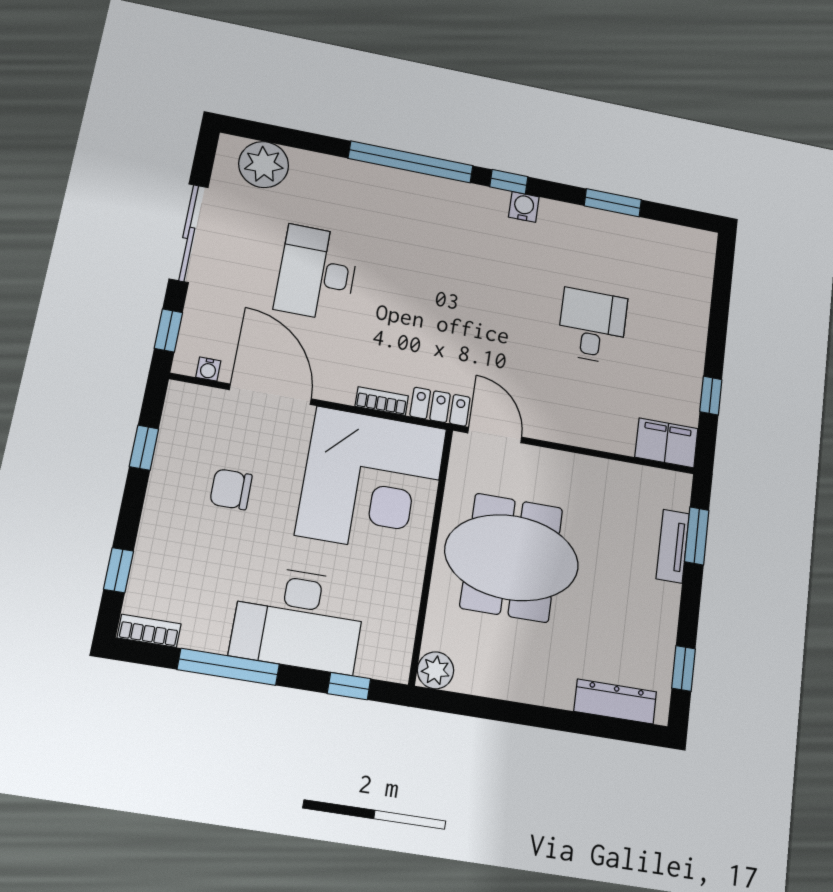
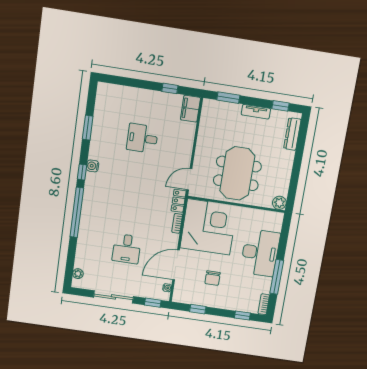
plant: (264, 165) -> (78, 274), width x0.53, depth x0.53
desk: (317, 273) -> (127, 249), width x0.73
tv unit: (673, 546) -> (256, 112), moved
window: (349, 686) -> (284, 234), removed

